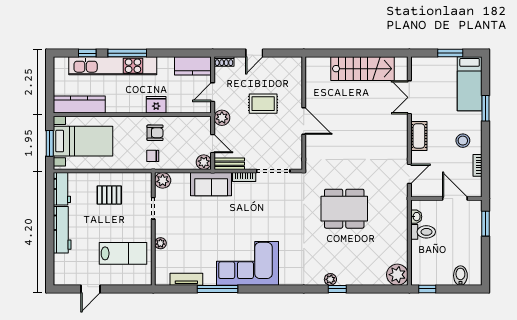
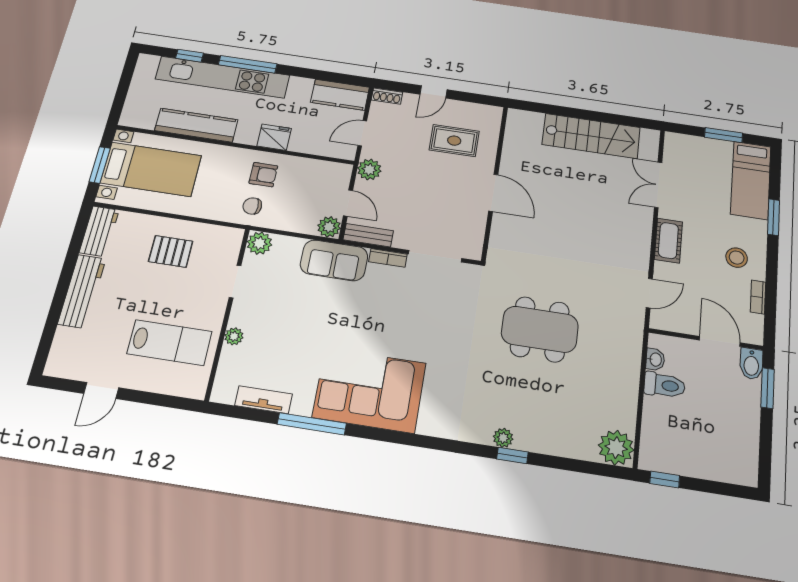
kitchen counter: (79, 104) -> (196, 125), moved
rug: (263, 104) -> (454, 141), moved
bidet: (460, 276) -> (751, 364), moved, turned 180

